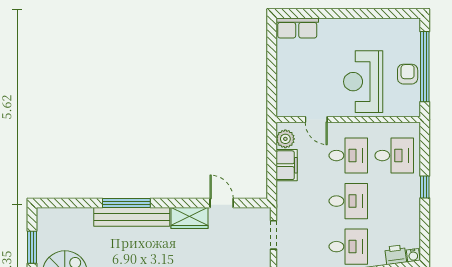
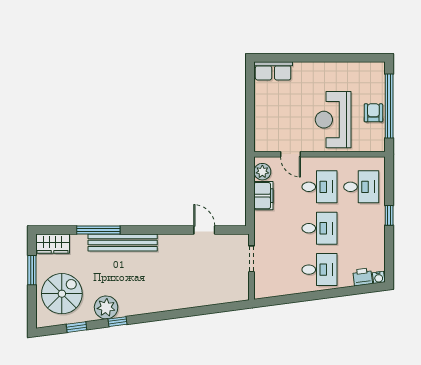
window: (126, 203) -> (98, 230), moved
wardrobe: (190, 218) -> (53, 244), moved

